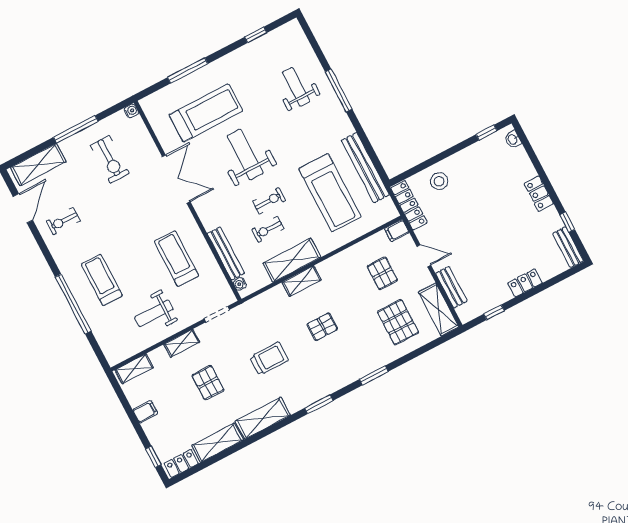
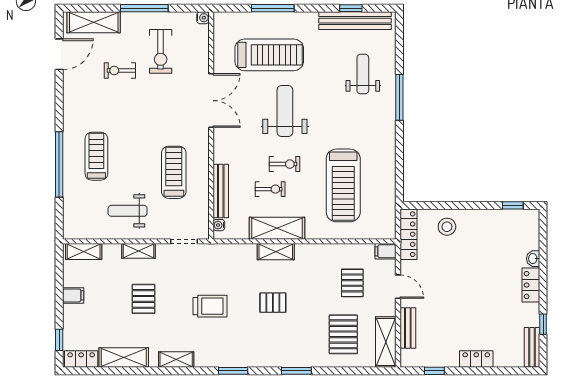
washbasin: (513, 139) -> (533, 259), moved
bench: (365, 168) -> (355, 21), moved, turned 90
exercise bike: (63, 221) -> (120, 70), moved
exercise bike: (268, 229) -> (270, 189), turned 180
shelving: (263, 418) -> (176, 359), width x0.67, depth x0.75

